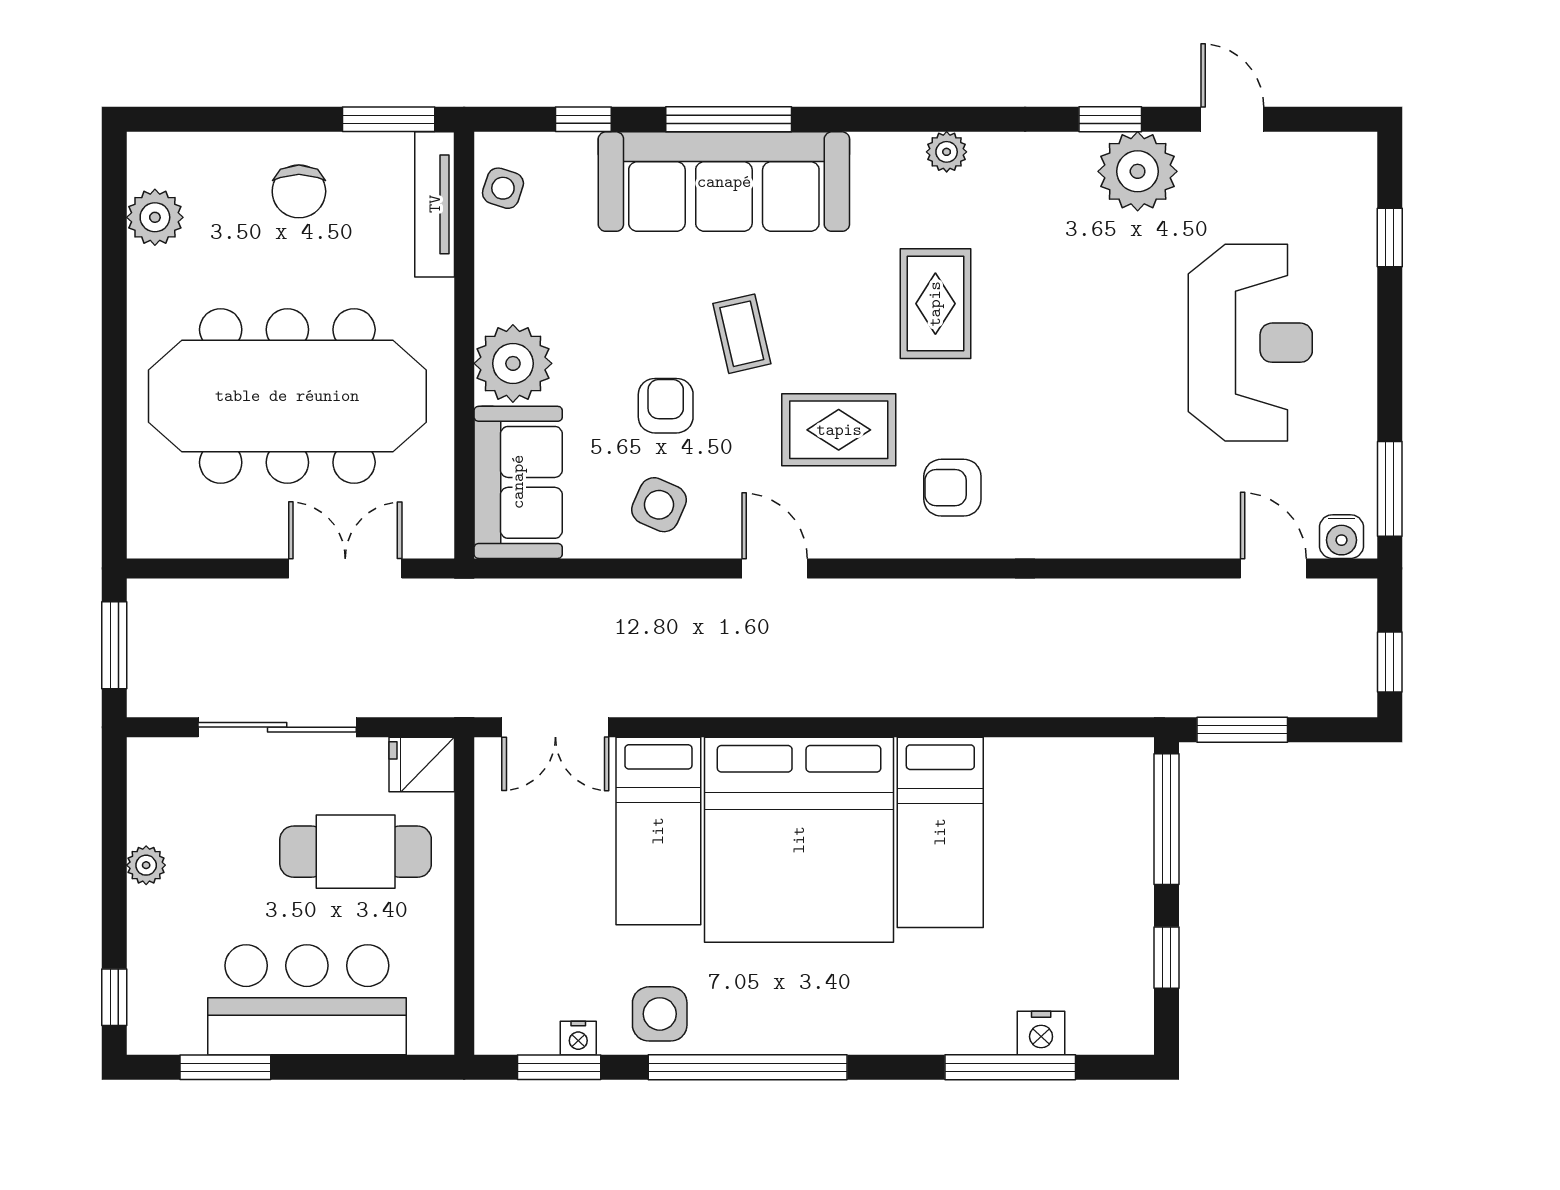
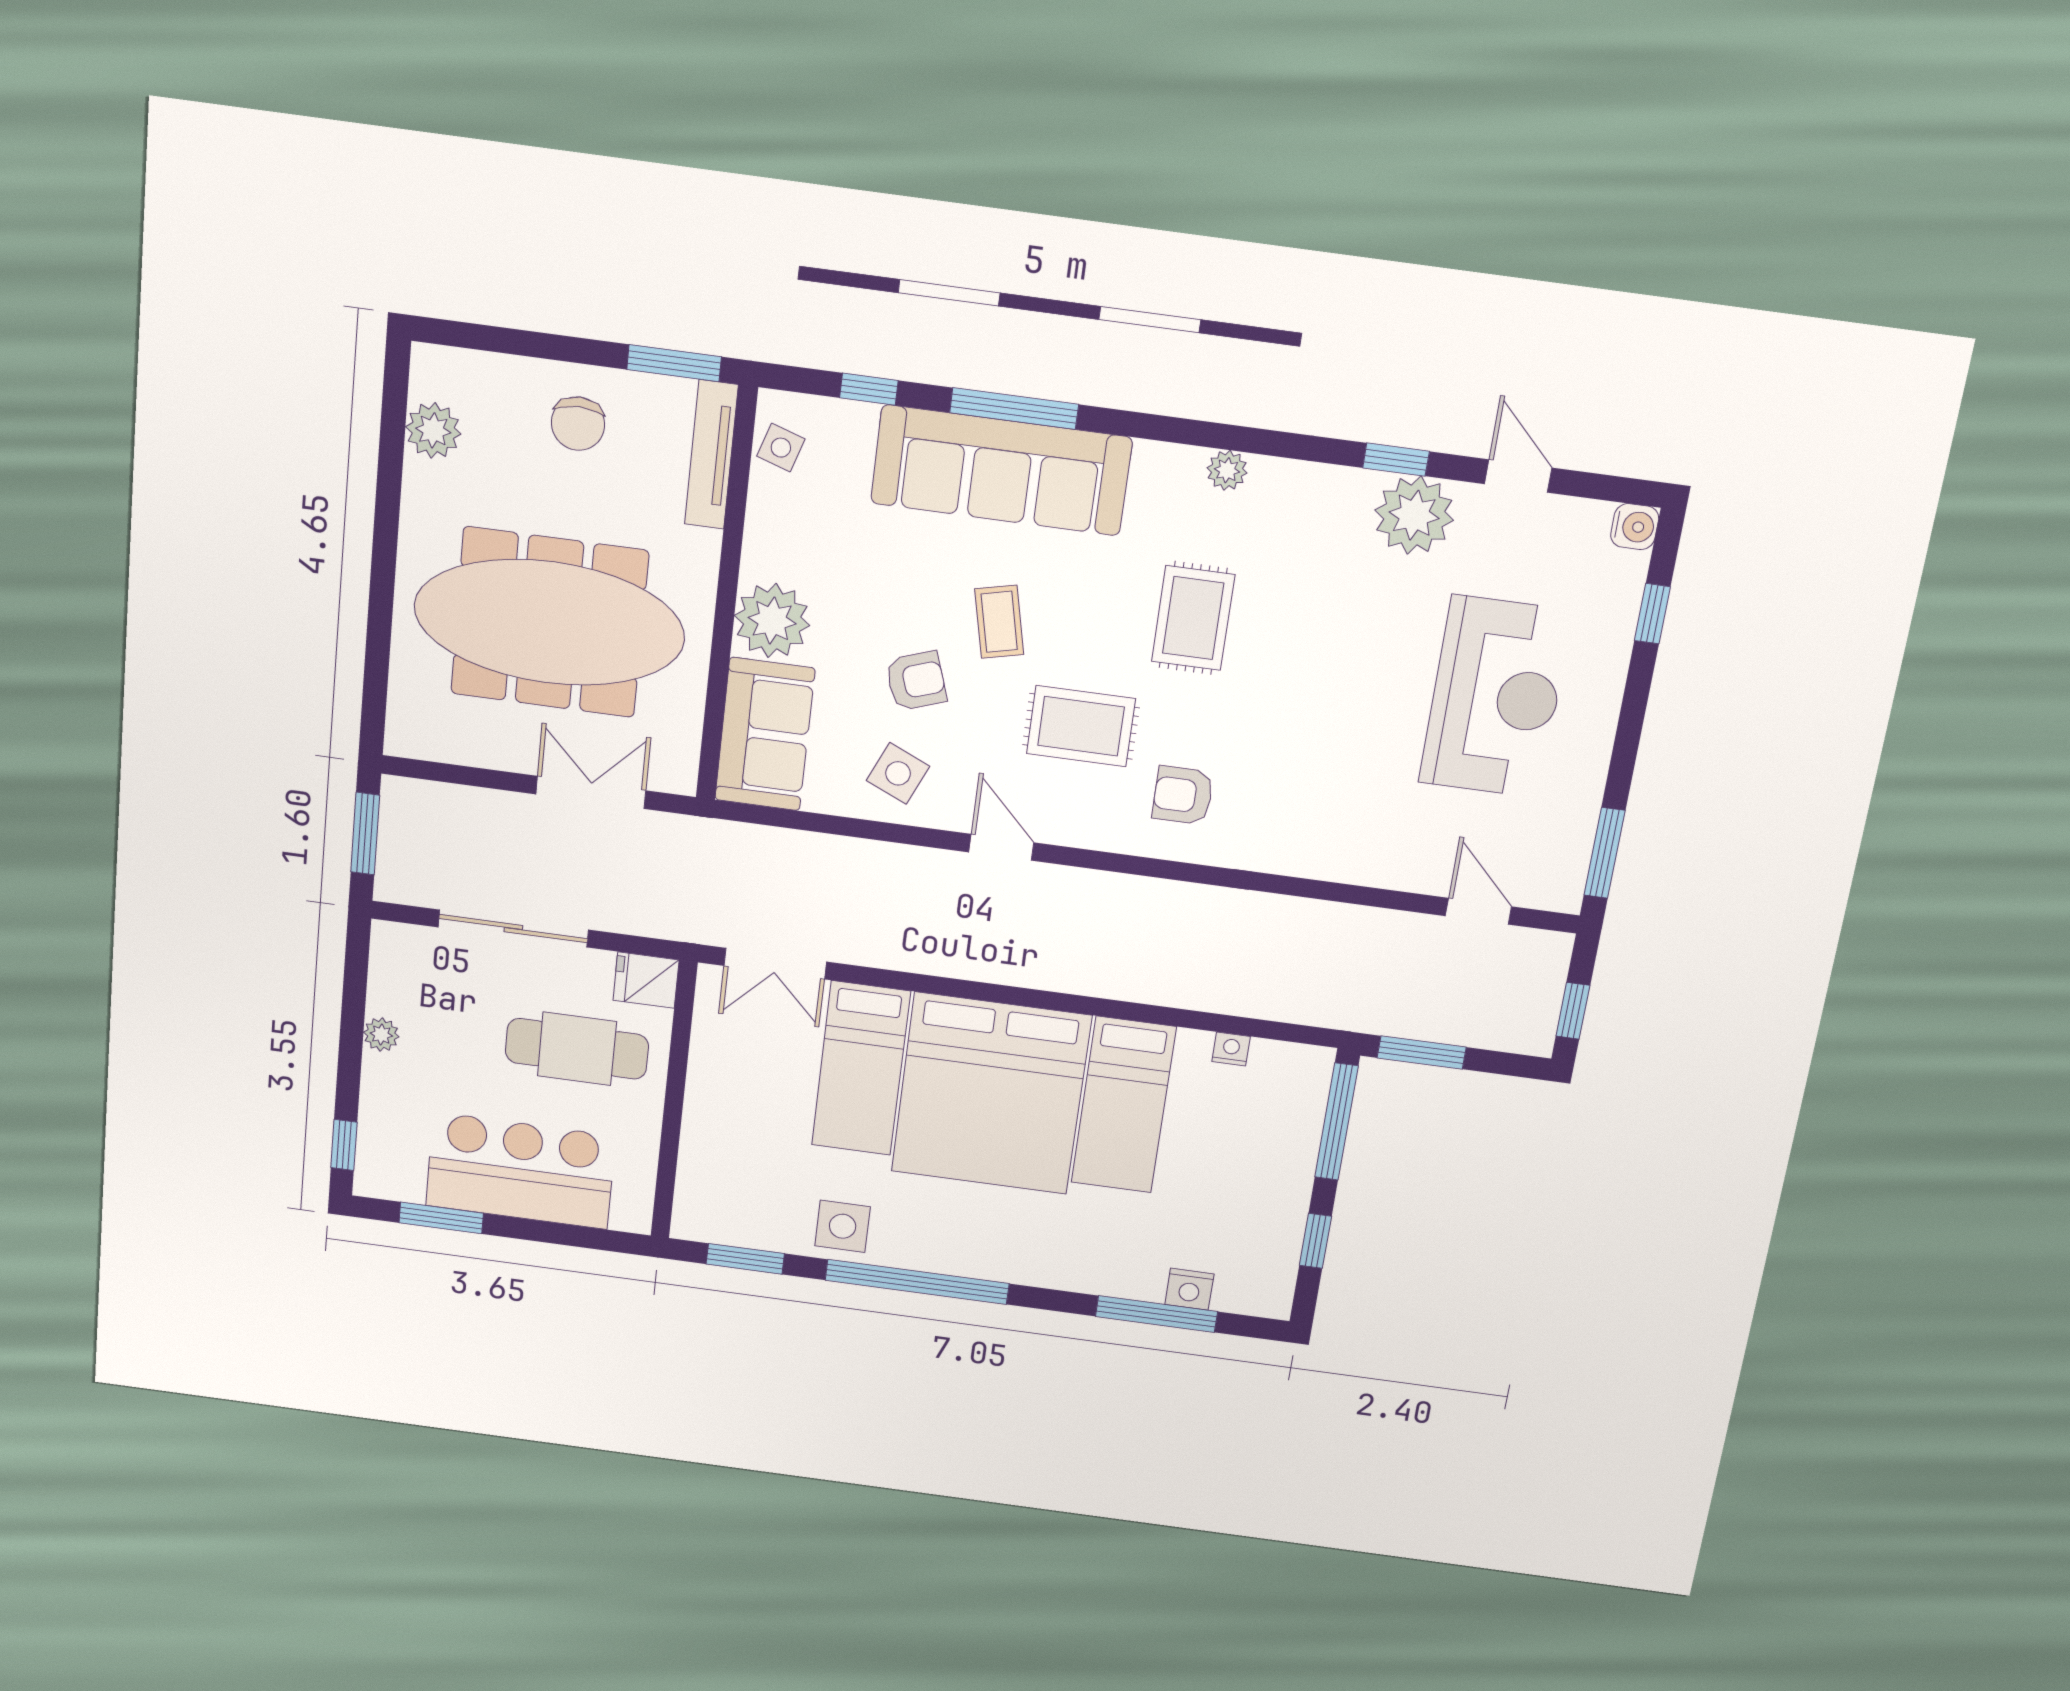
armchair: (666, 406) -> (916, 681), turned 71
water cooler: (1342, 537) -> (1635, 527), moved, turned -90
nightstand: (578, 1038) -> (1231, 1049), moved, turned 180

